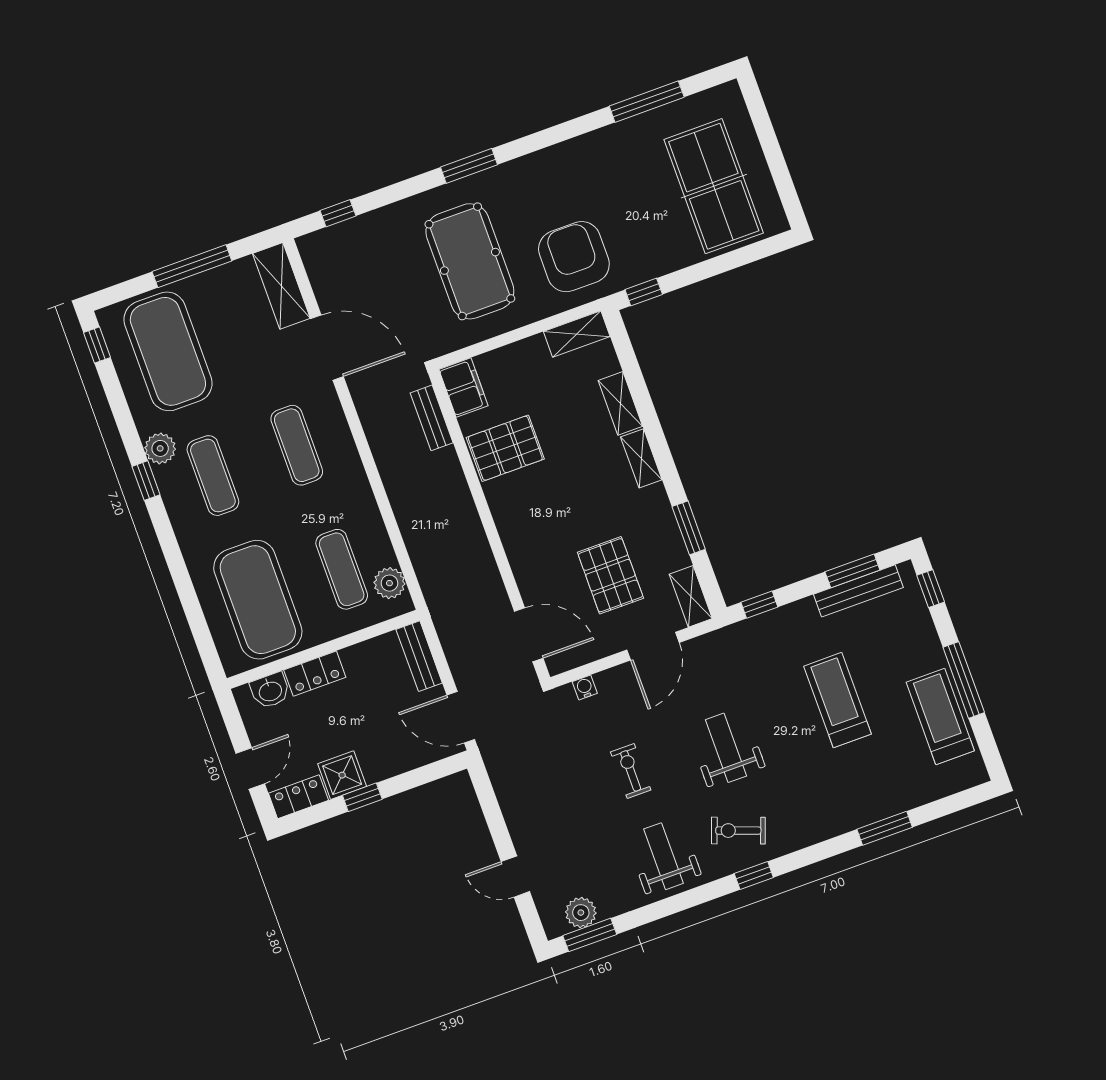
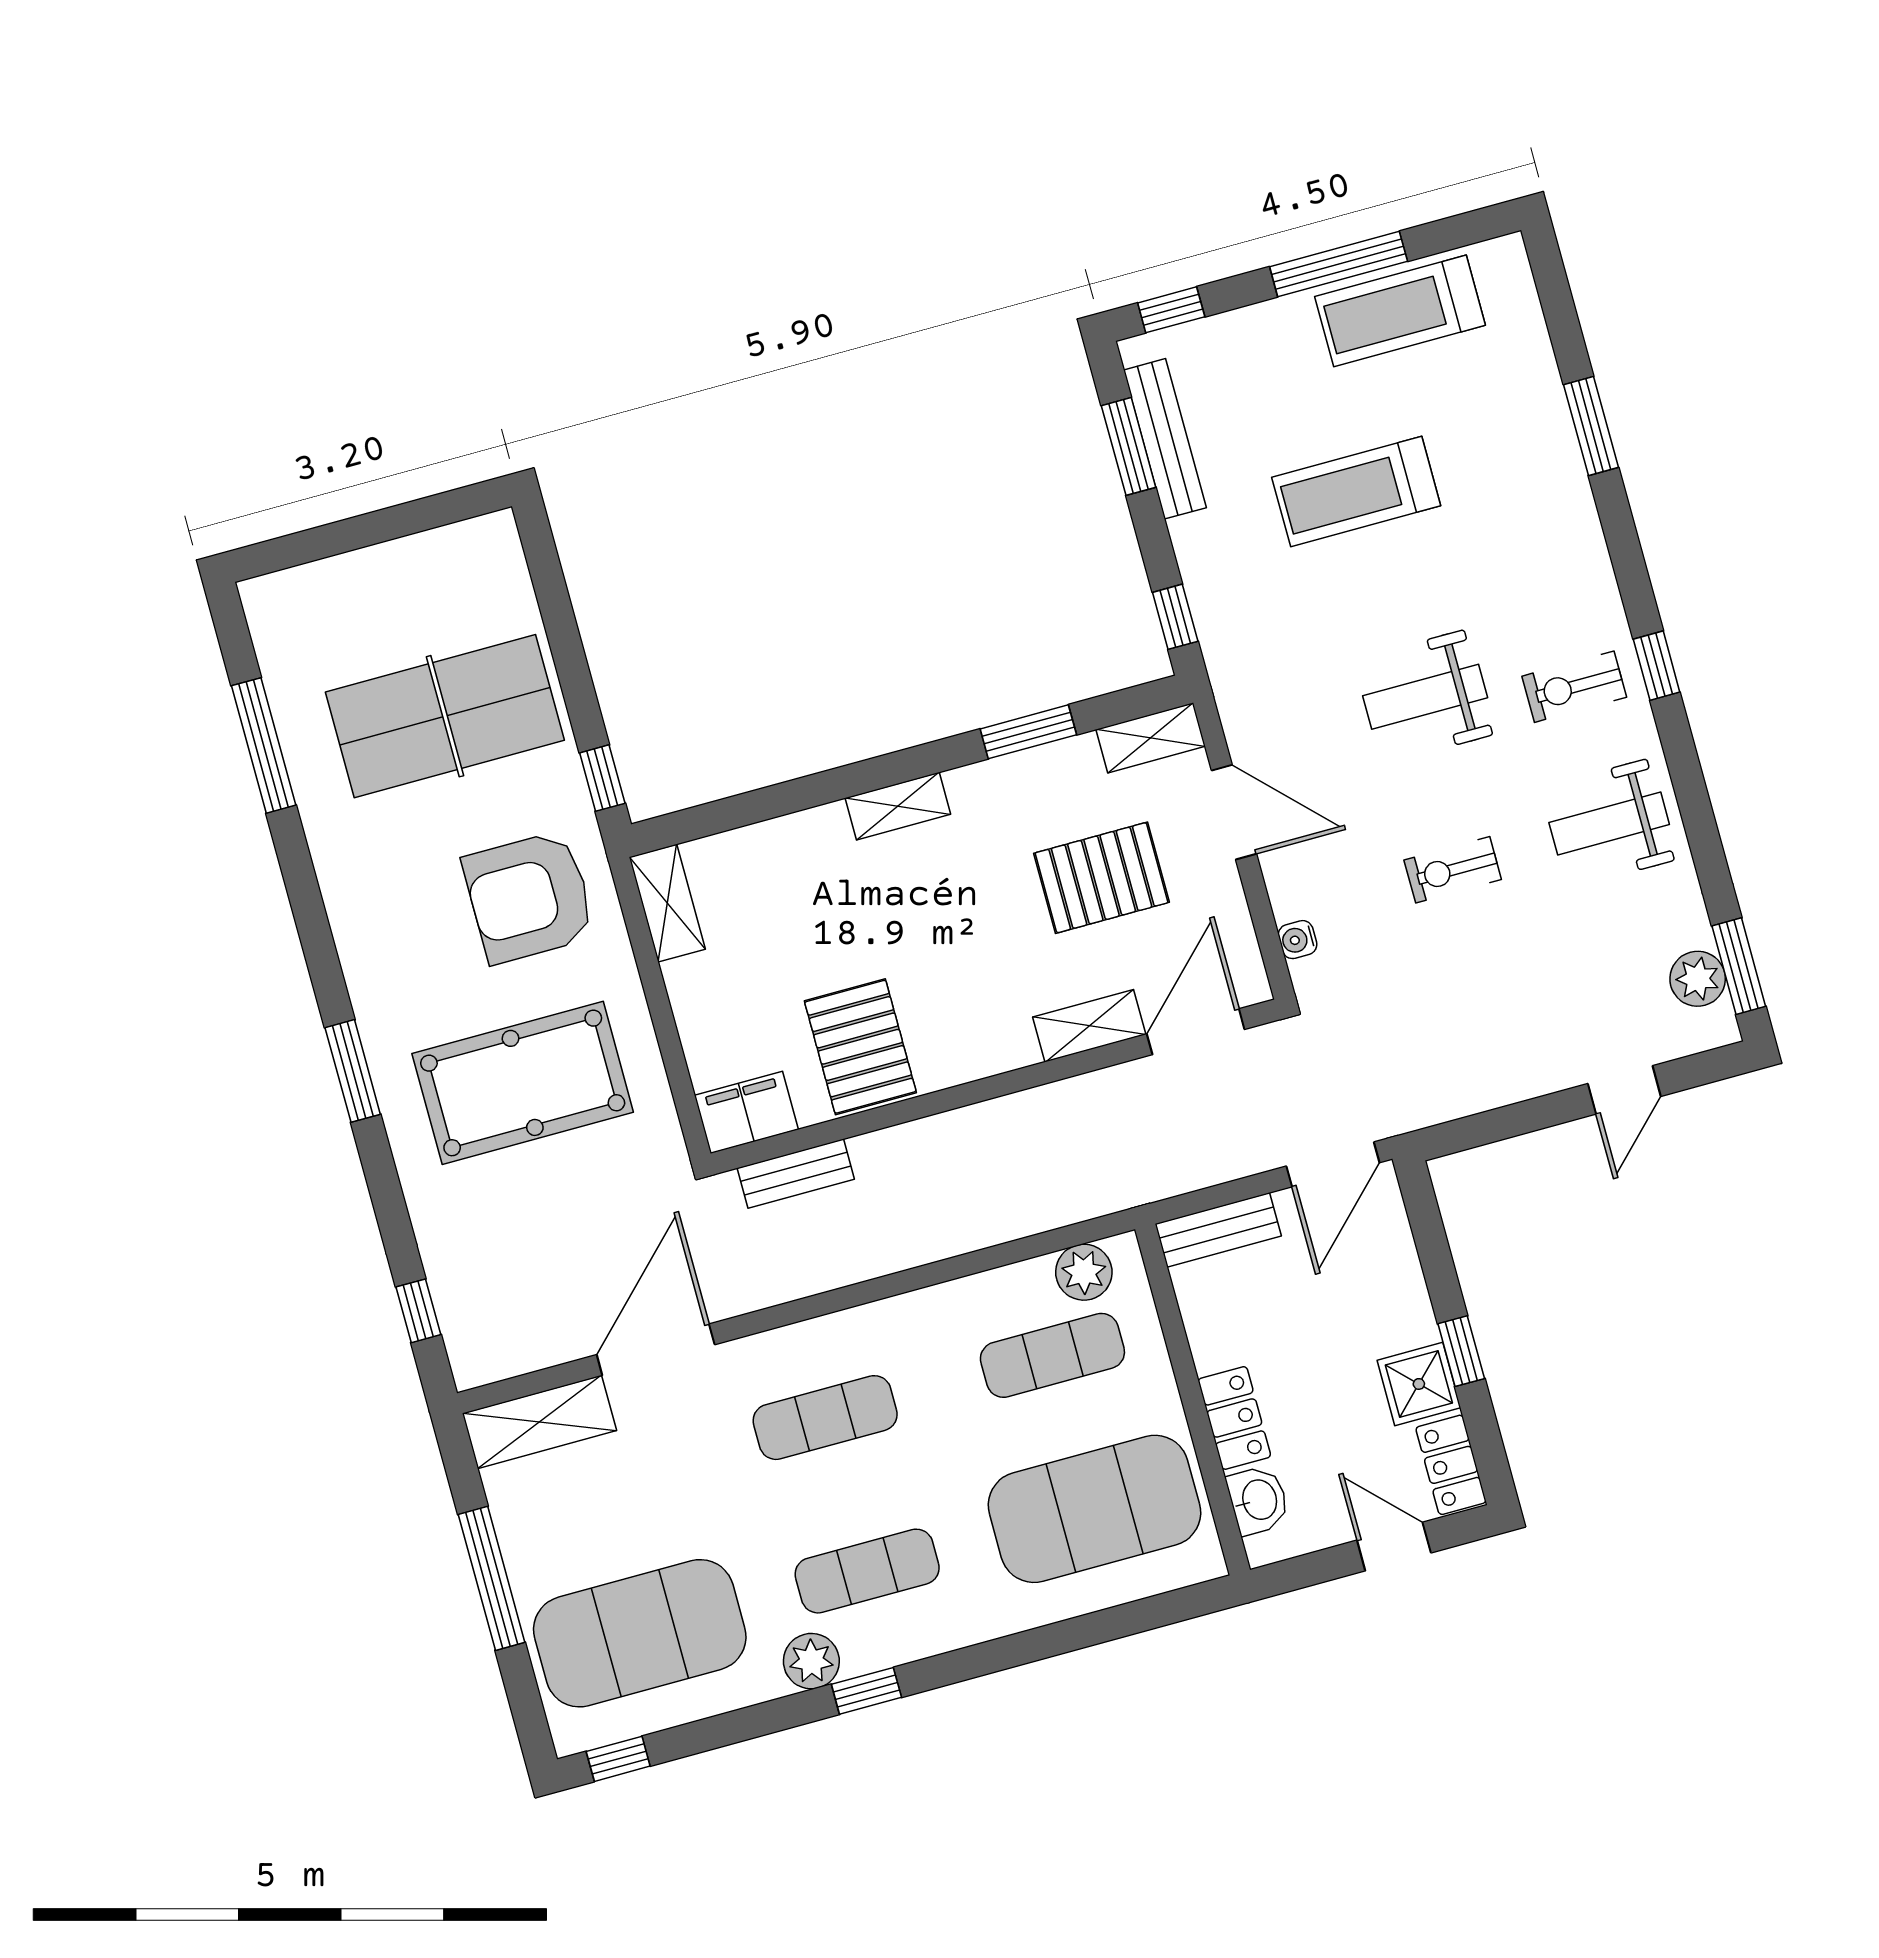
table tennis table: (714, 186) -> (445, 716), moved
shelving: (620, 403) -> (1089, 1026), moved
exercise bike: (738, 831) -> (1574, 687), turned 70

